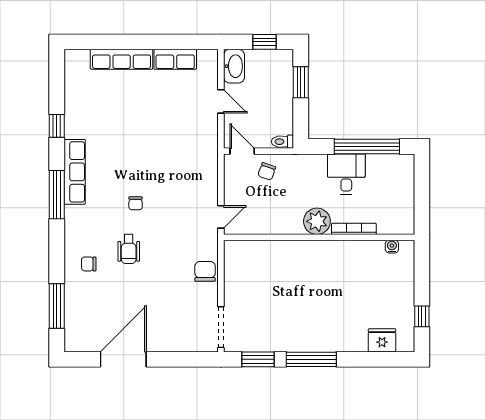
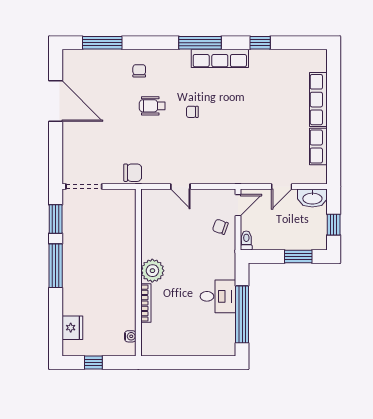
plant: (317, 221) -> (152, 271), moved
bookcase: (354, 229) -> (146, 303), moved
wall: (319, 237) -> (138, 273), moved
water cooler: (392, 247) -> (130, 336), moved

